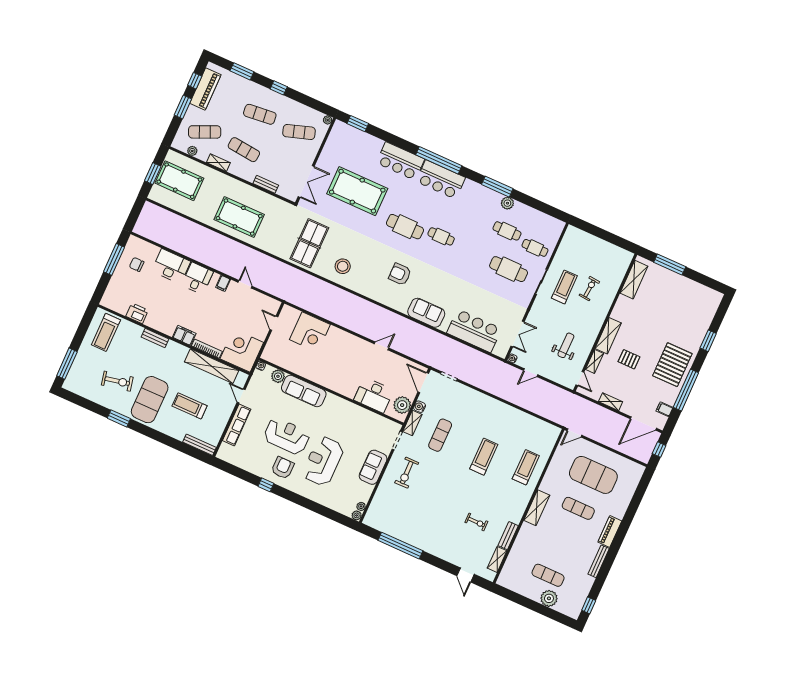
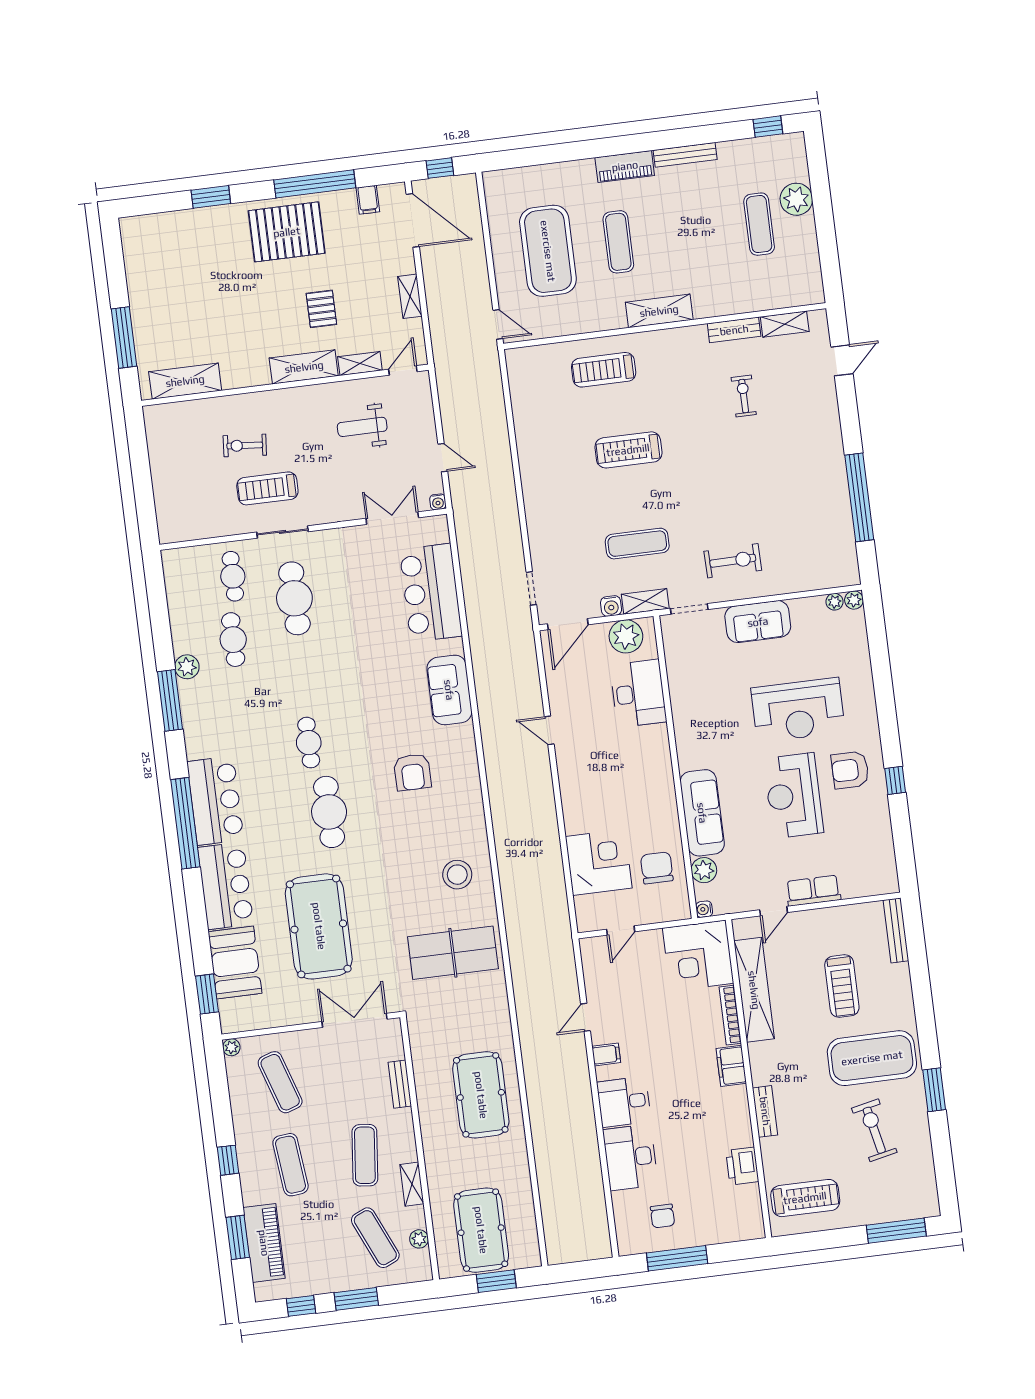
piano: (205, 89) -> (264, 1243), moved, turned 90
booth: (364, 144) -> (235, 963), added
chair: (292, 356) -> (657, 868), added
row of seats: (237, 425) -> (813, 891), width x0.68

